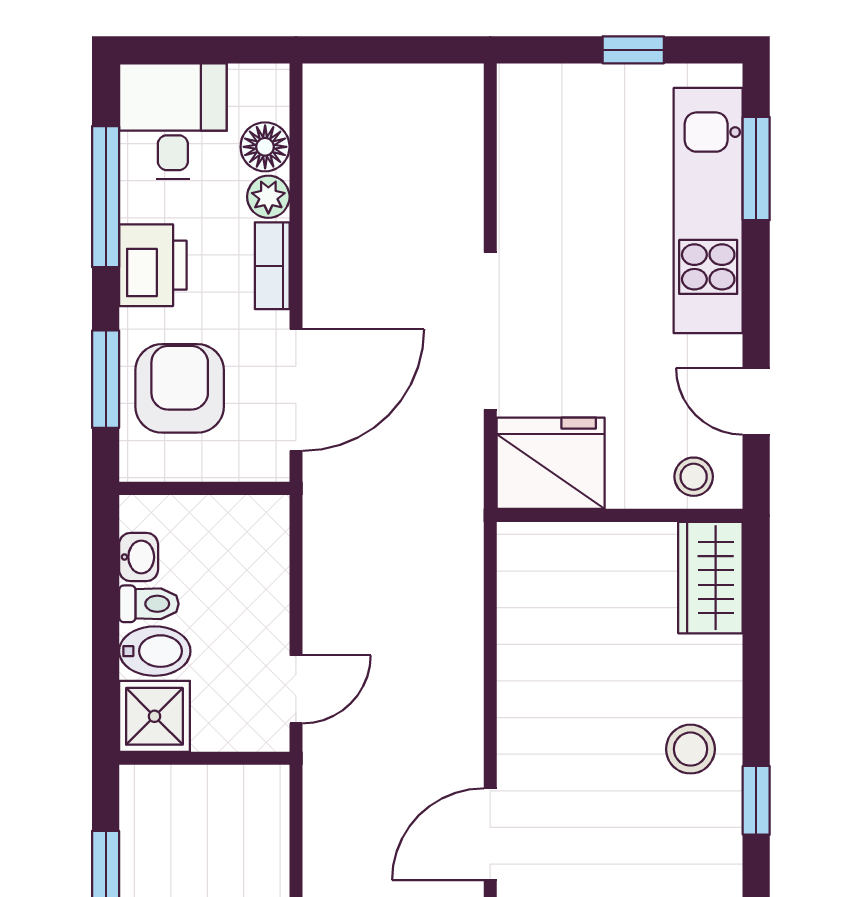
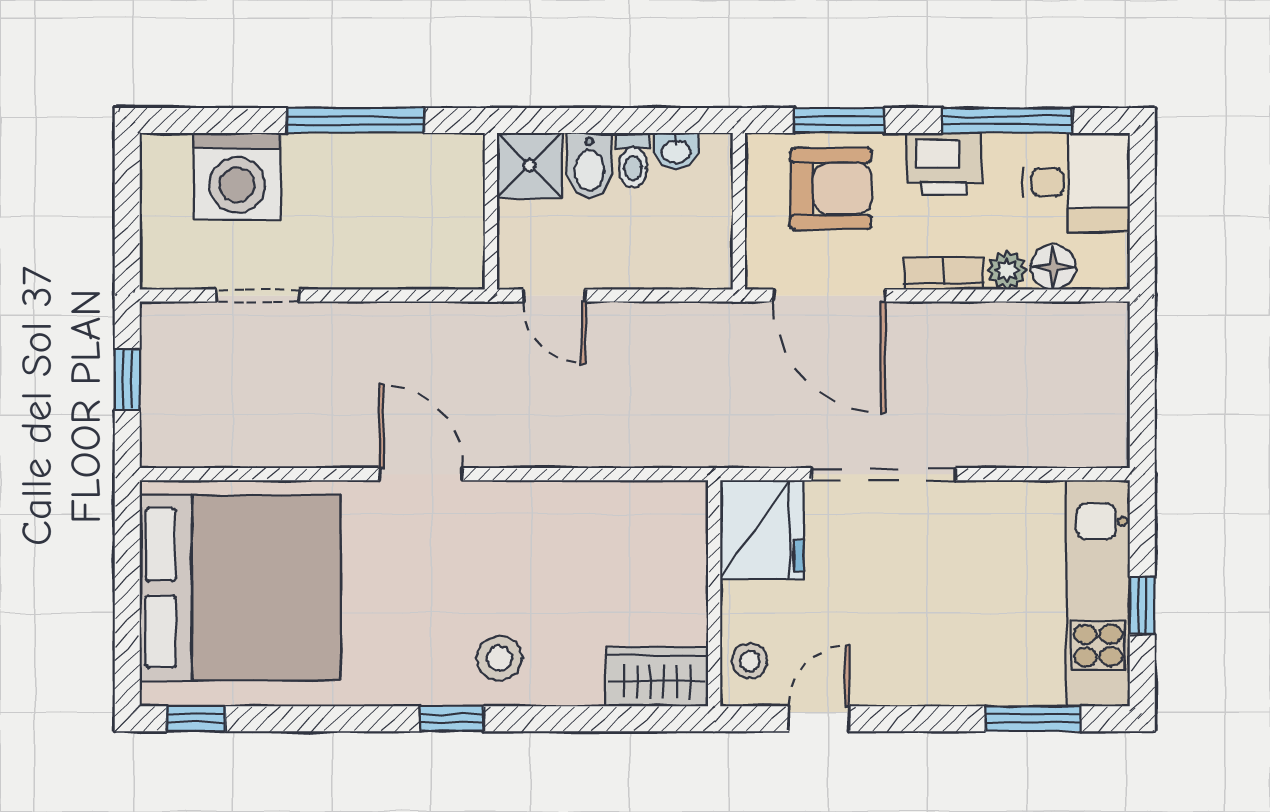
kitchen unit: (708, 211) -> (1098, 594), moved, turned -90

